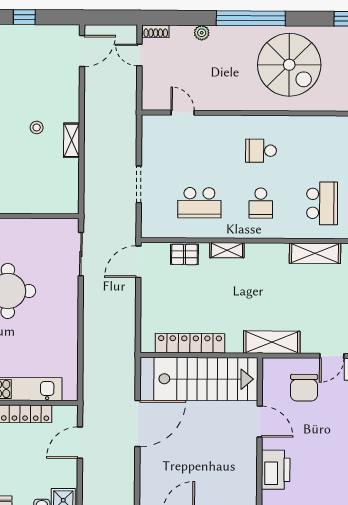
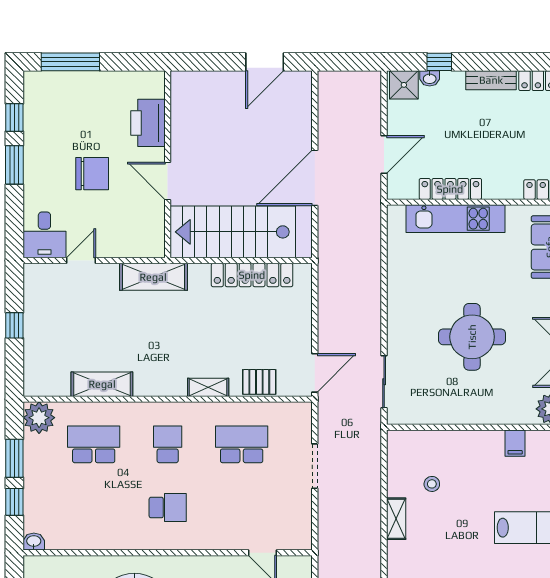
stool: (37, 127) -> (432, 484), moved
school desk: (322, 203) -> (94, 444), turned 90
chair: (304, 388) -> (92, 174), moved, turned 90

